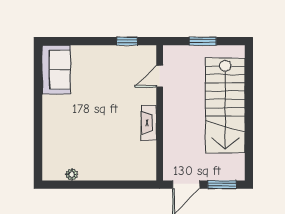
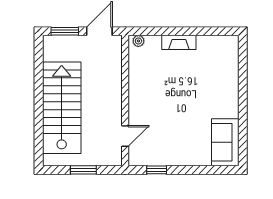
fireplace: (149, 123) -> (179, 42), moved, turned 90
plant: (72, 174) -> (138, 41), moved

